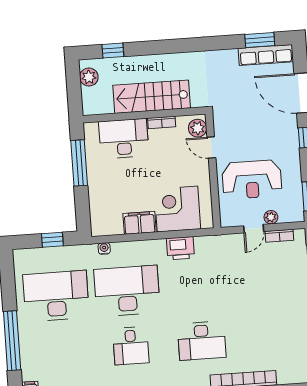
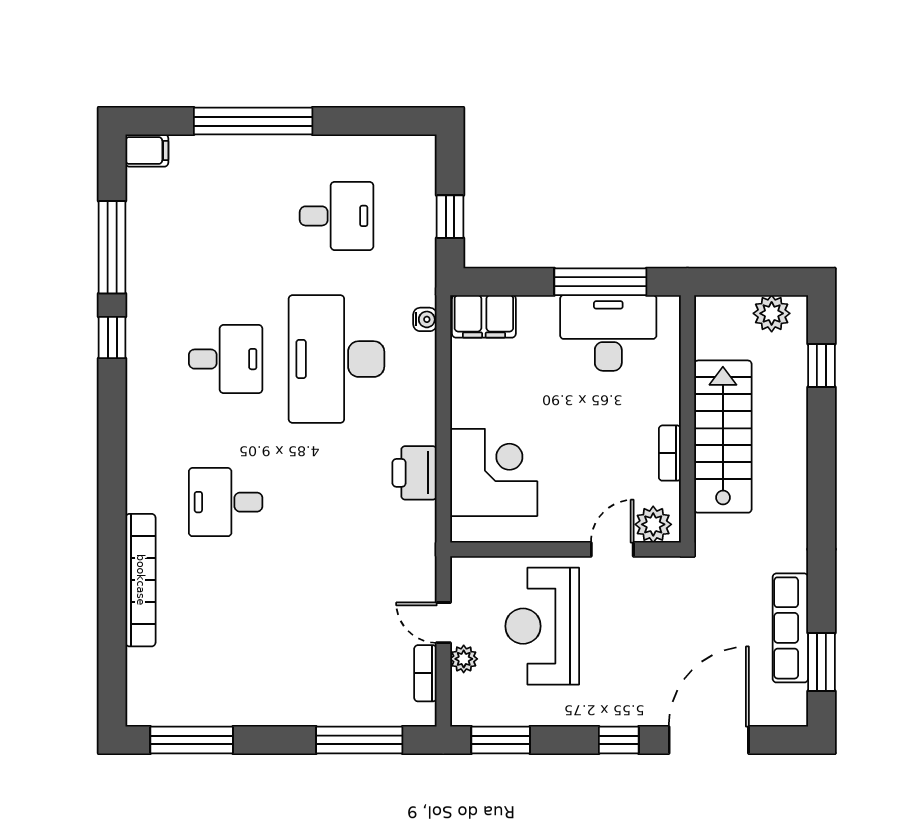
row of seats: (266, 55) -> (790, 628), moved
desk: (124, 139) -> (608, 333), moved, turned -90
filing cabinet: (140, 223) -> (484, 316), moved, turned 90
desk: (127, 291) -> (337, 359), turned 180
desk: (56, 296) -> (337, 216), width x0.53, depth x0.77
desk: (202, 341) -> (226, 502), width x0.73
desk: (131, 346) -> (226, 359), turned 180

